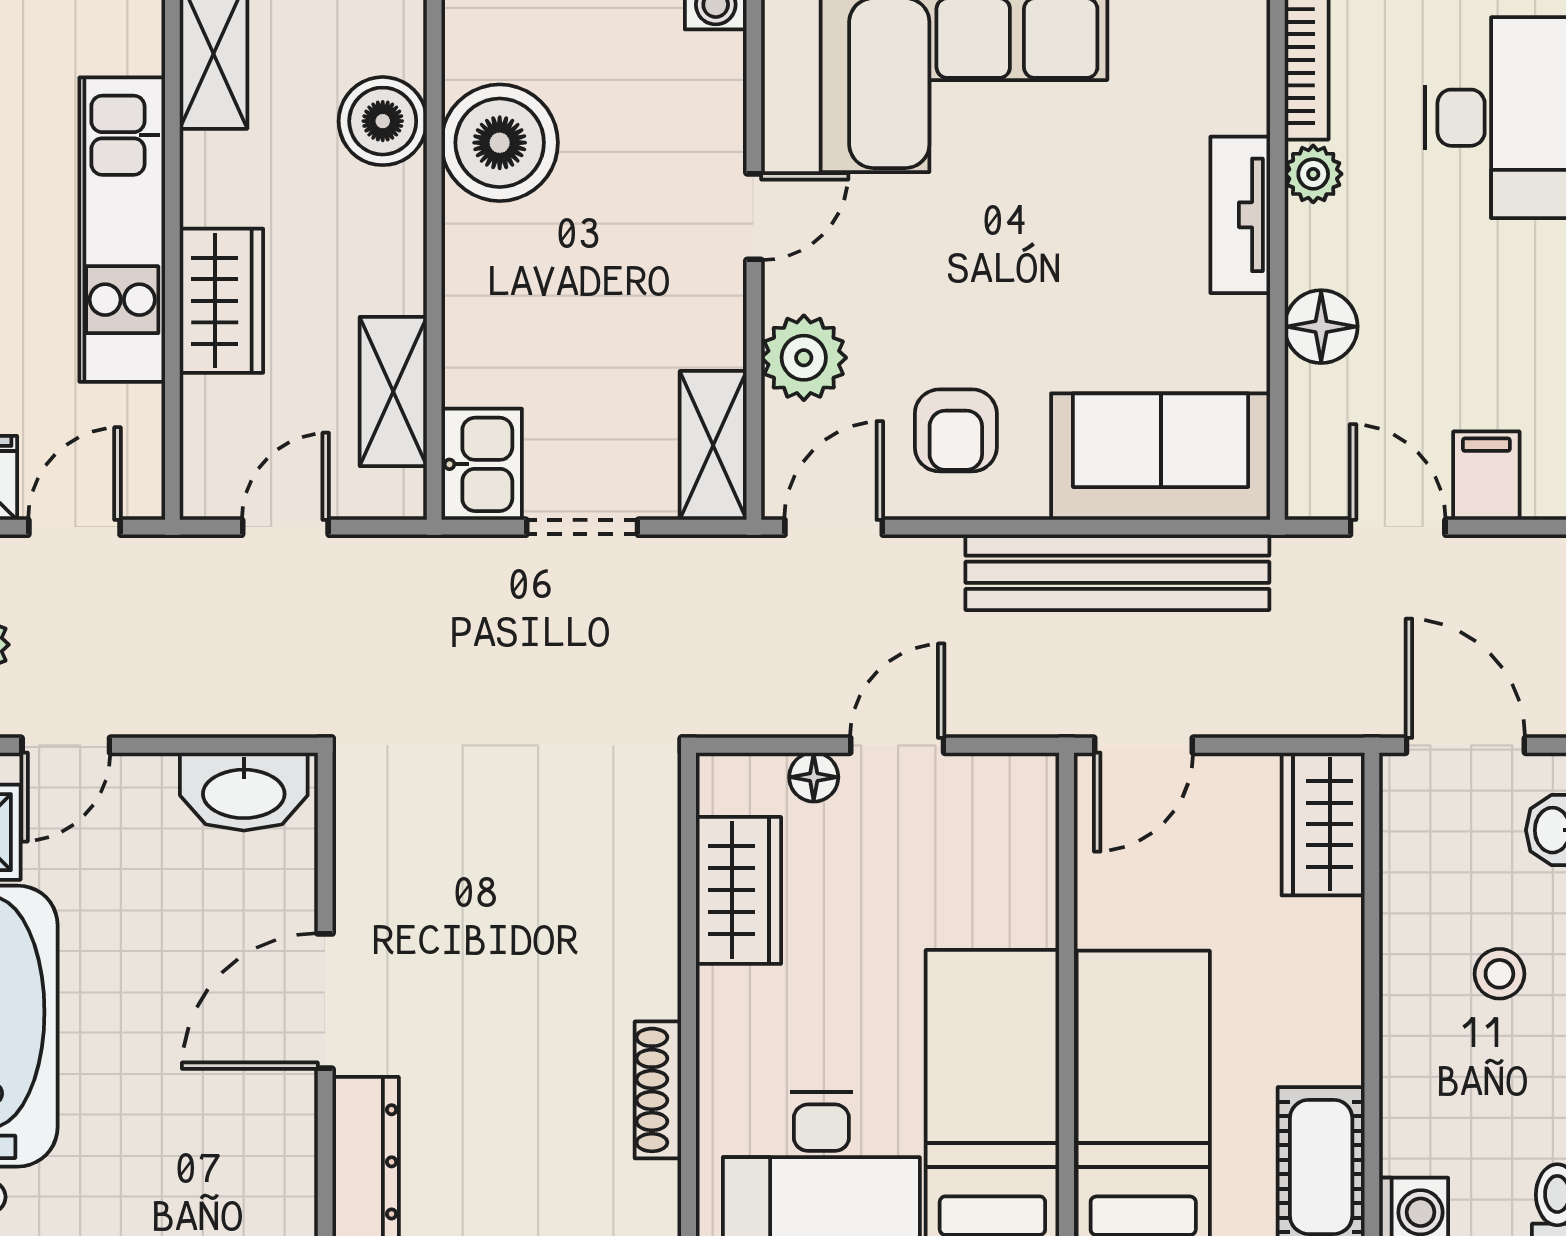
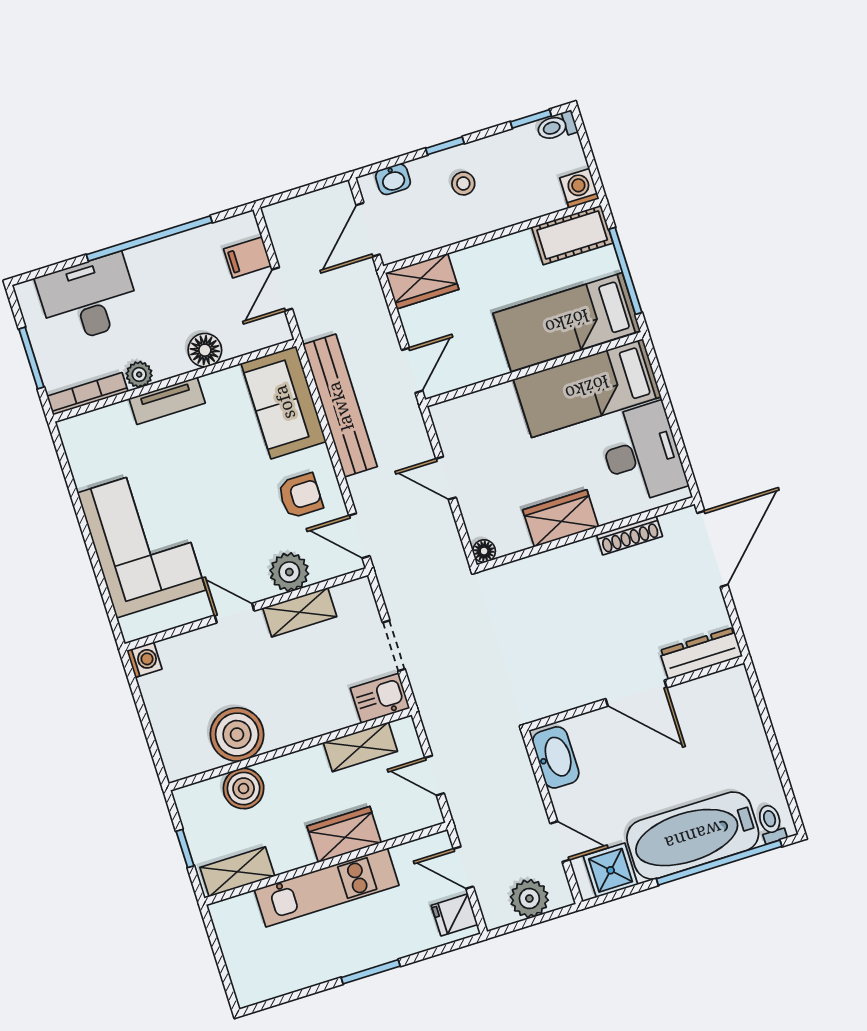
shelving: (713, 445) -> (300, 612), moved
door: (1143, 745) -> (412, 370), hinge flipped
floor lamp: (814, 777) -> (484, 551), moved
wardrobe: (738, 890) -> (561, 518), moved

